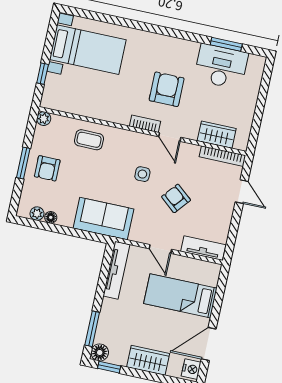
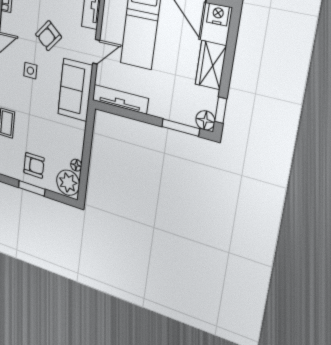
plant: (37, 214) -> (68, 183), width x1.88, depth x1.88
sofa: (104, 219) -> (75, 90), moved

